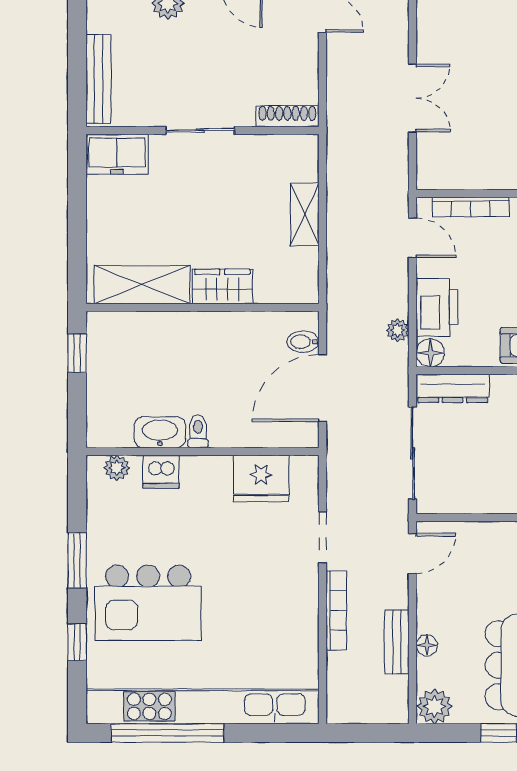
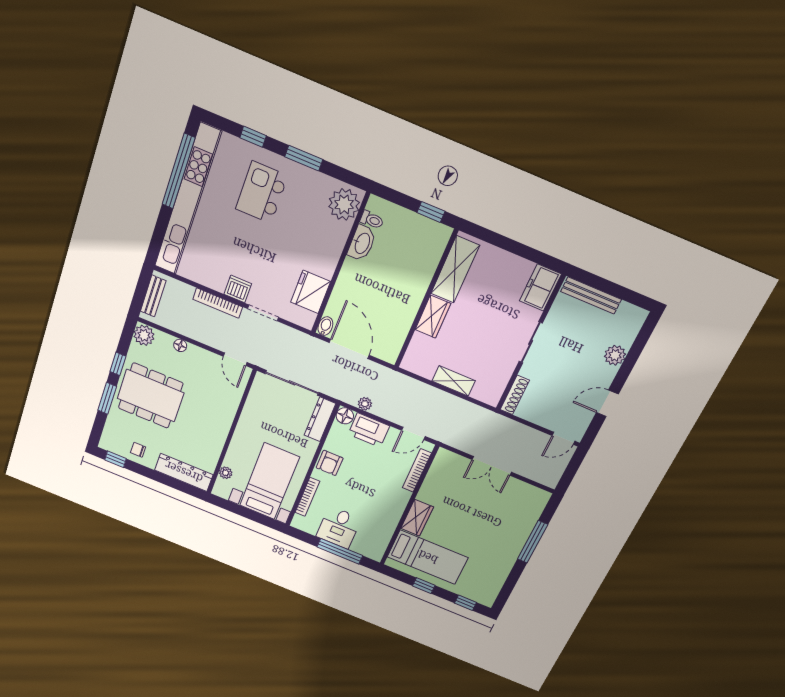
bidet: (303, 342) -> (325, 326), moved
toilet: (198, 431) -> (372, 220), moved
plant: (117, 468) -> (344, 204), width x1.87, depth x1.87
dishwasher: (161, 472) -> (238, 289), moved, turned 90
kitchen island: (148, 603) -> (262, 192), width x0.73, depth x0.78
bench: (397, 642) -> (153, 296), moved, turned 90

